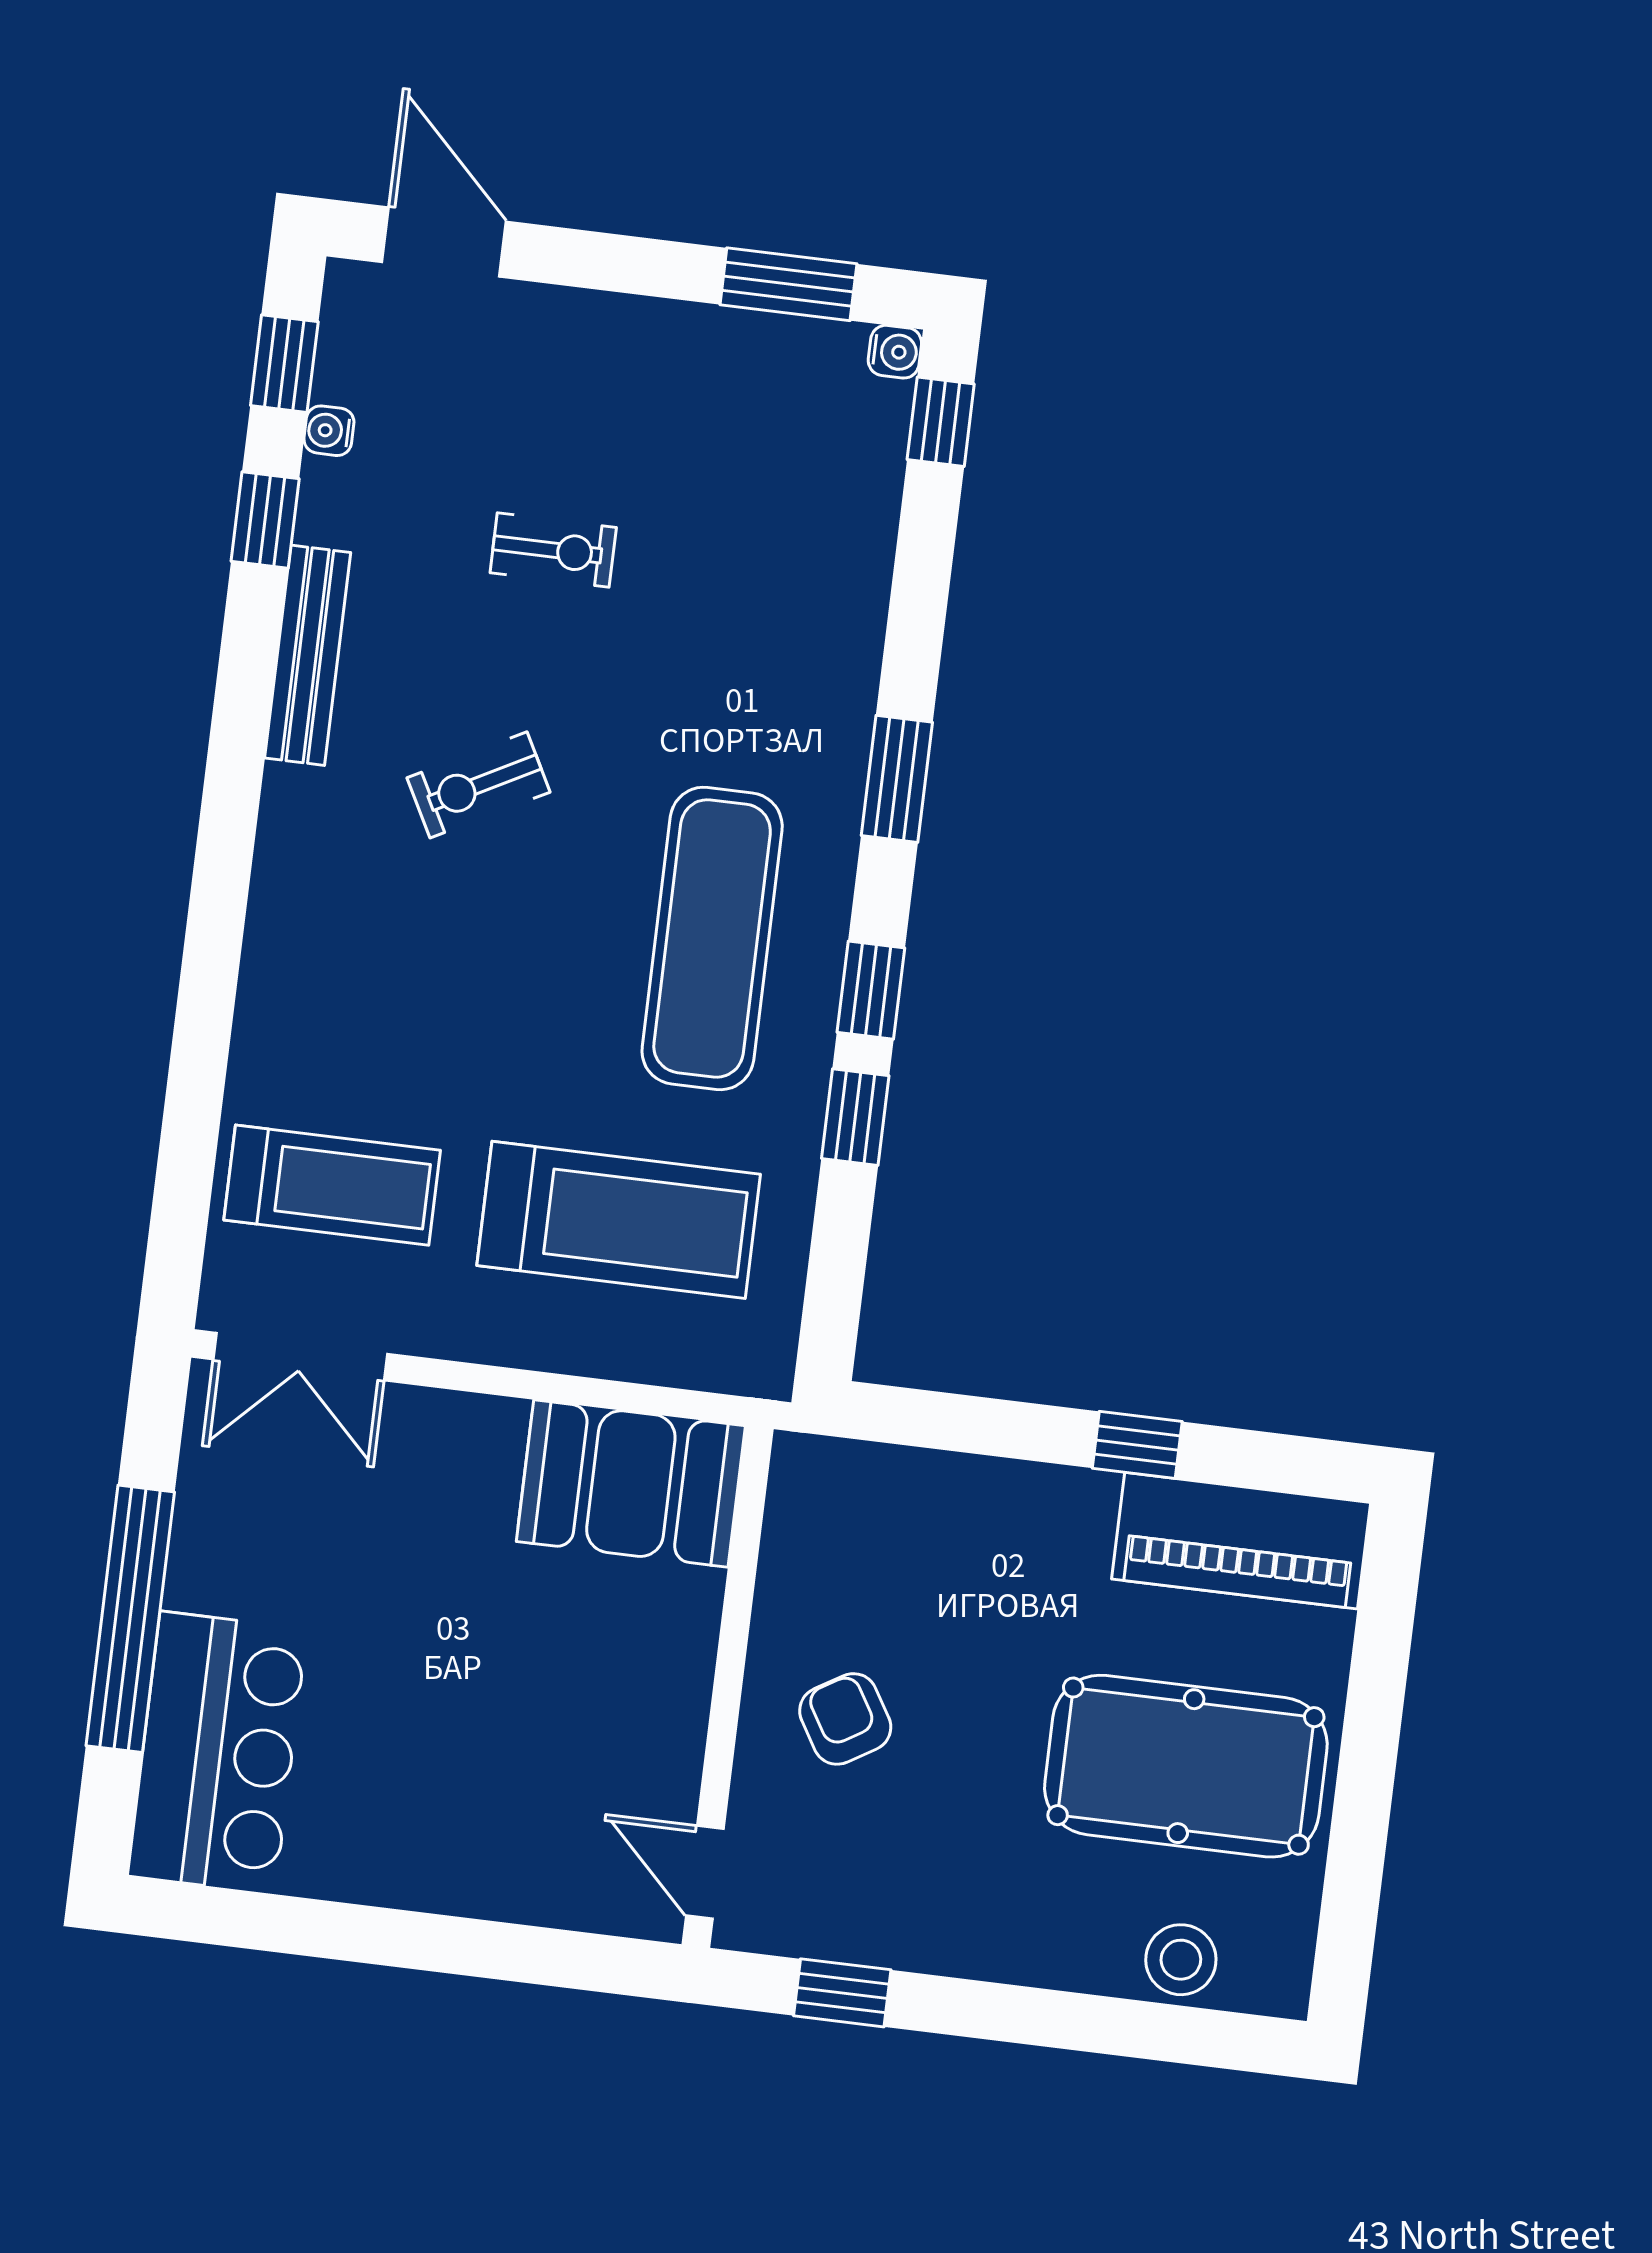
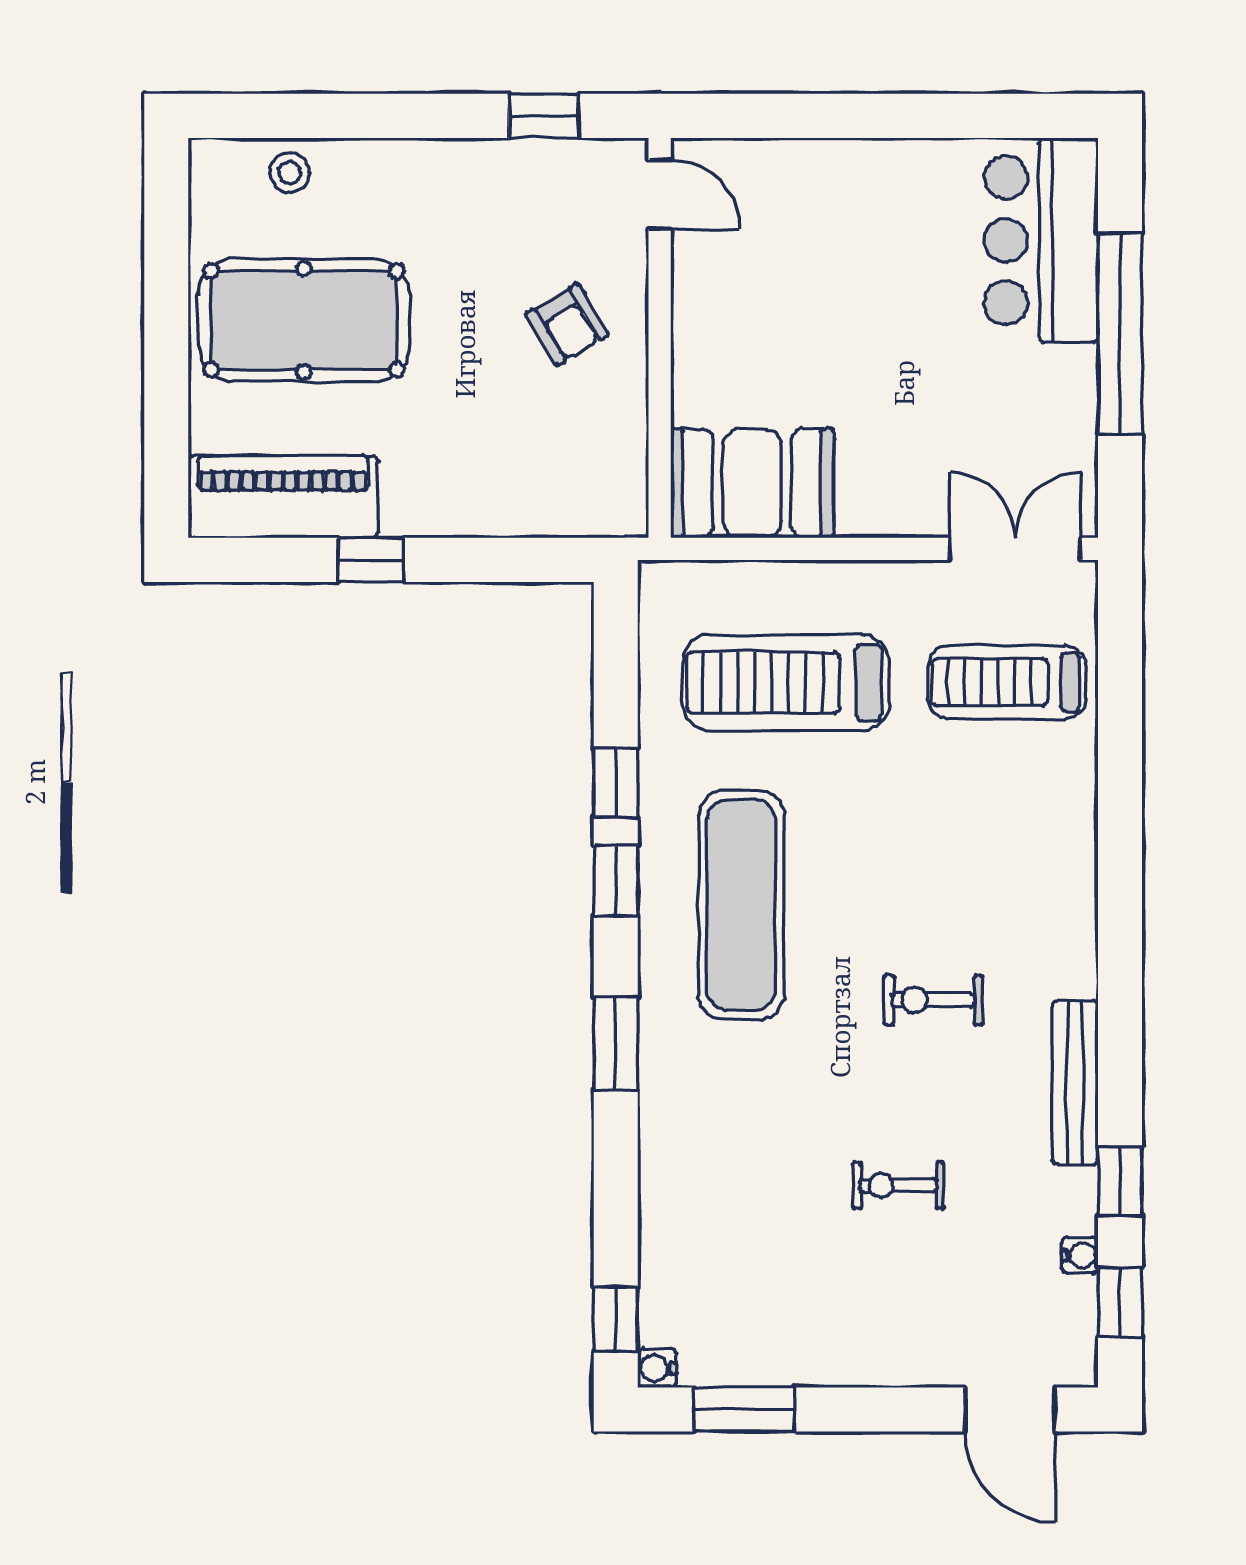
exercise bike: (478, 785) -> (933, 1000), turned -152
stool: (1181, 1960) -> (290, 173), width x0.73, depth x0.73

